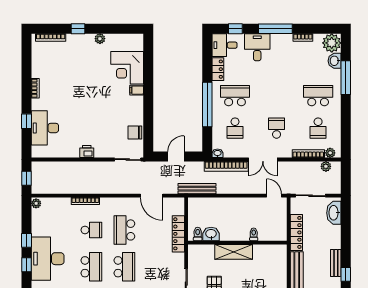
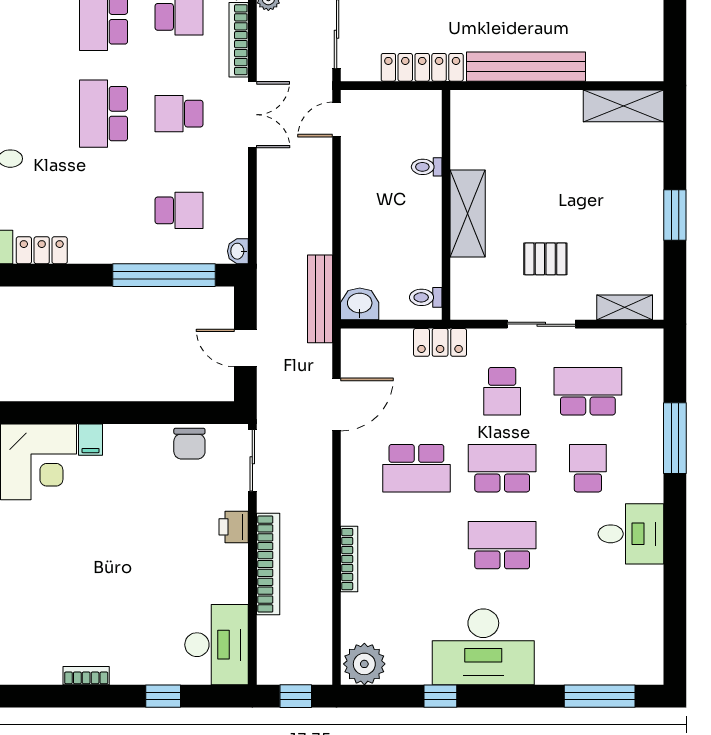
school desk: (235, 96) -> (104, 114), moved
window: (207, 105) -> (164, 275), moved
desk: (45, 128) -> (217, 645), moved, turned -90
printer: (87, 152) -> (234, 527), moved
double door: (263, 160) -> (252, 115), moved
bookcase: (226, 166) -> (268, 564), moved
plant: (36, 203) -> (364, 664), width x1.87, depth x1.87
school desk: (91, 230) -> (502, 391), moved, turned 180
locker: (178, 234) -> (440, 342), width x0.66
washbasin: (211, 234) -> (360, 304), moved, turned 90
window: (27, 265) -> (497, 696), removed

